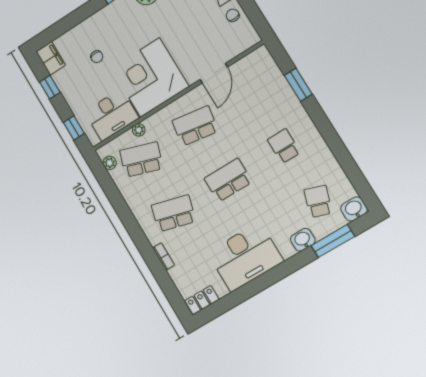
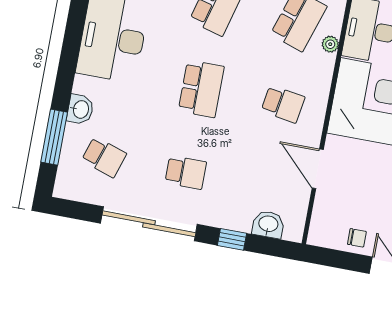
window: (298, 85) -> (232, 239), width x0.67
school desk: (195, 126) -> (283, 104), width x0.54
sliding door: (333, 141) -> (149, 224), added
washbasin: (354, 209) -> (268, 224), moved, turned -90

